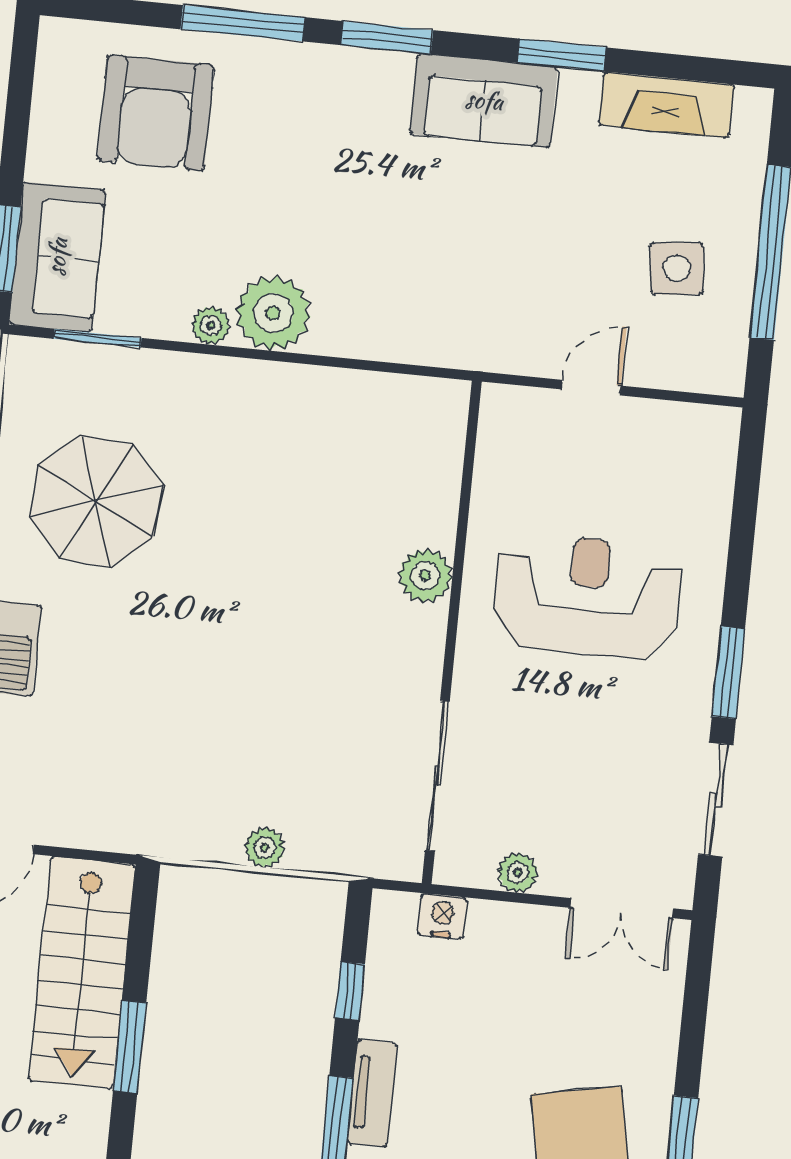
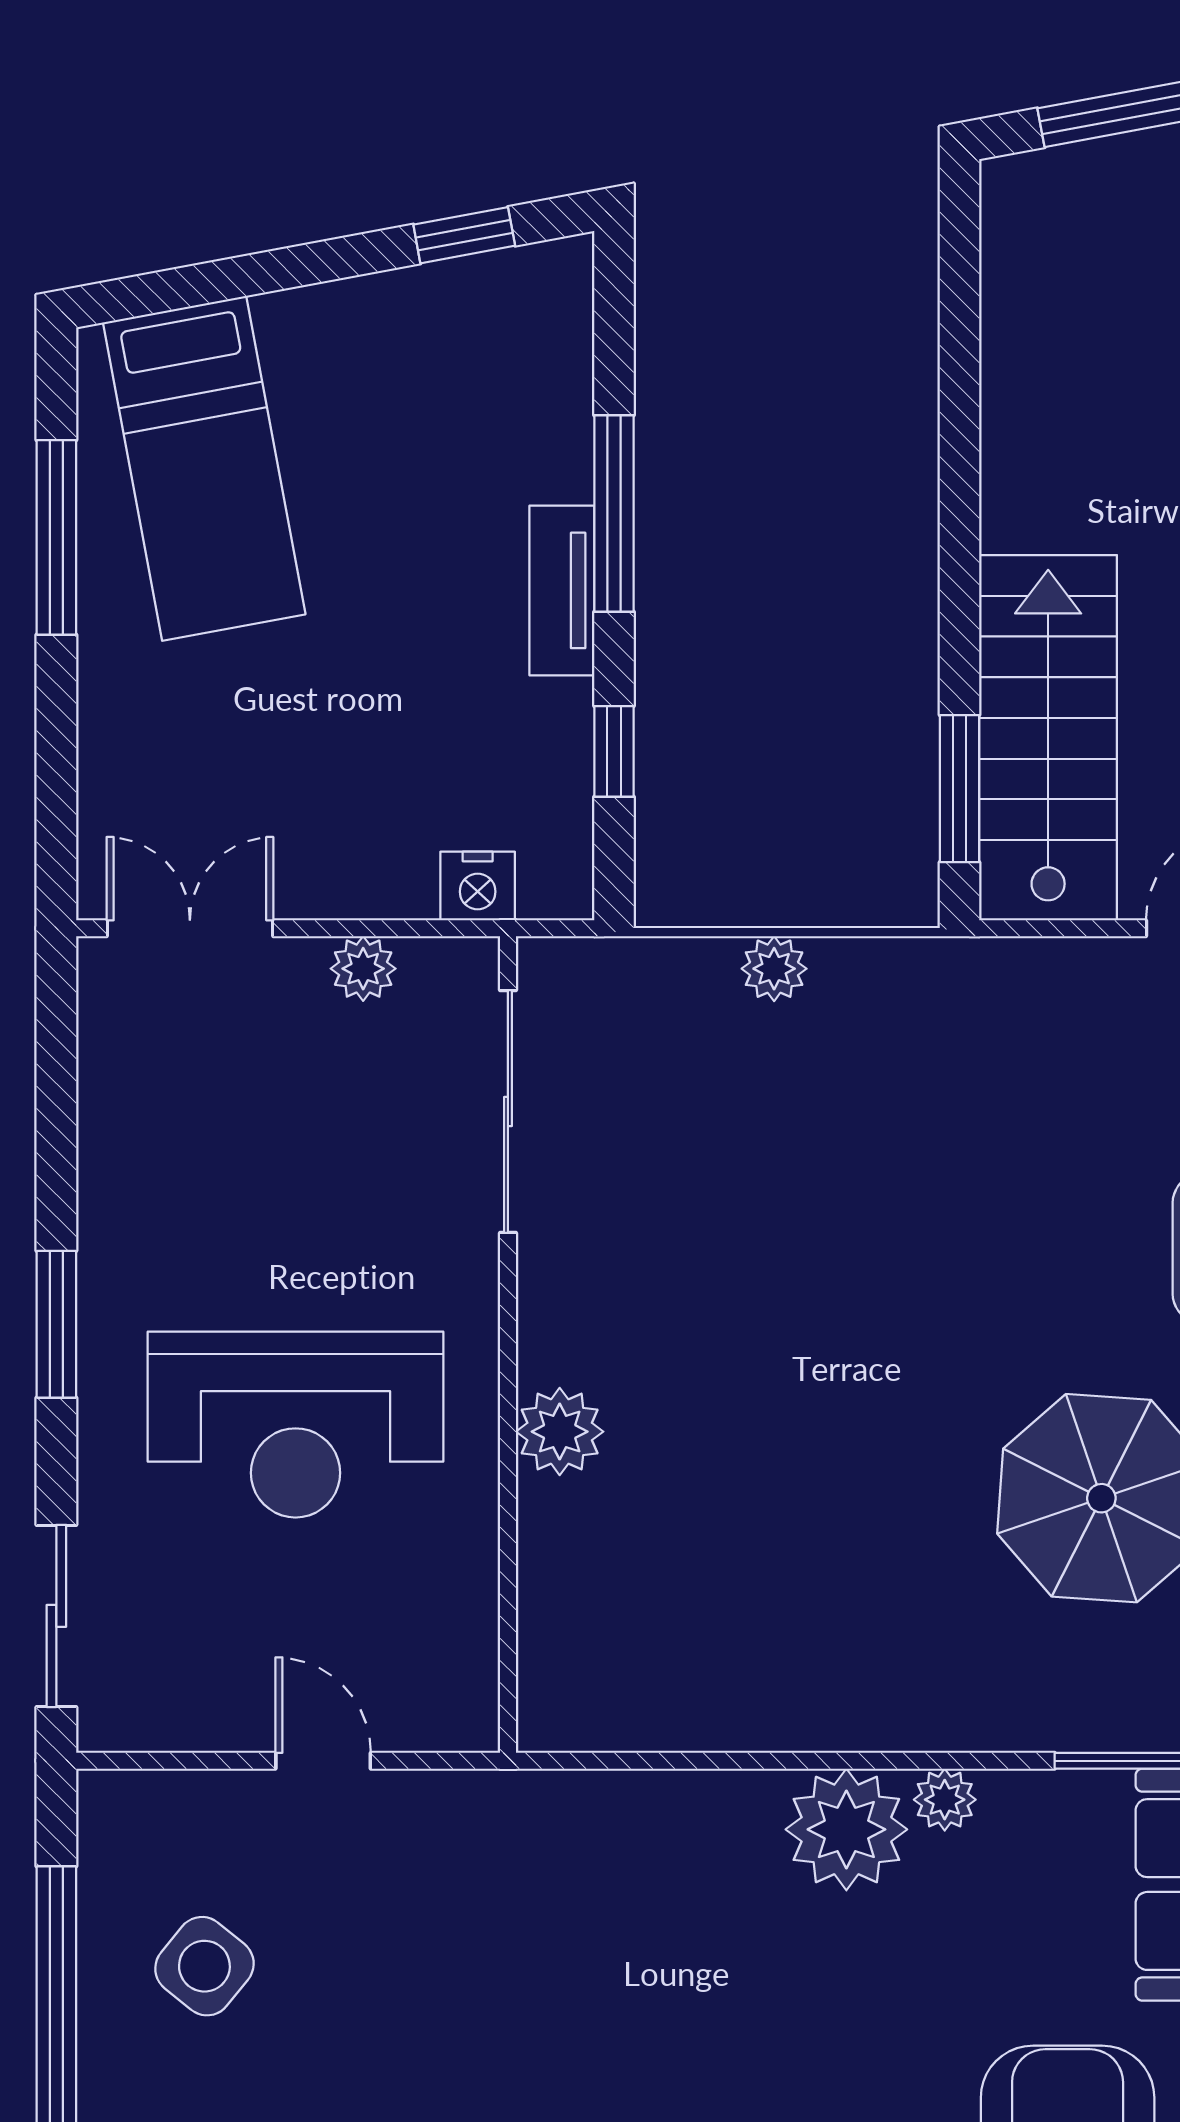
side table: (677, 268) -> (204, 1966), turned 45
door: (591, 388) -> (323, 1761), swing flipped
sliding door: (716, 800) -> (56, 1616), moved
window: (130, 1047) -> (960, 789), moved

